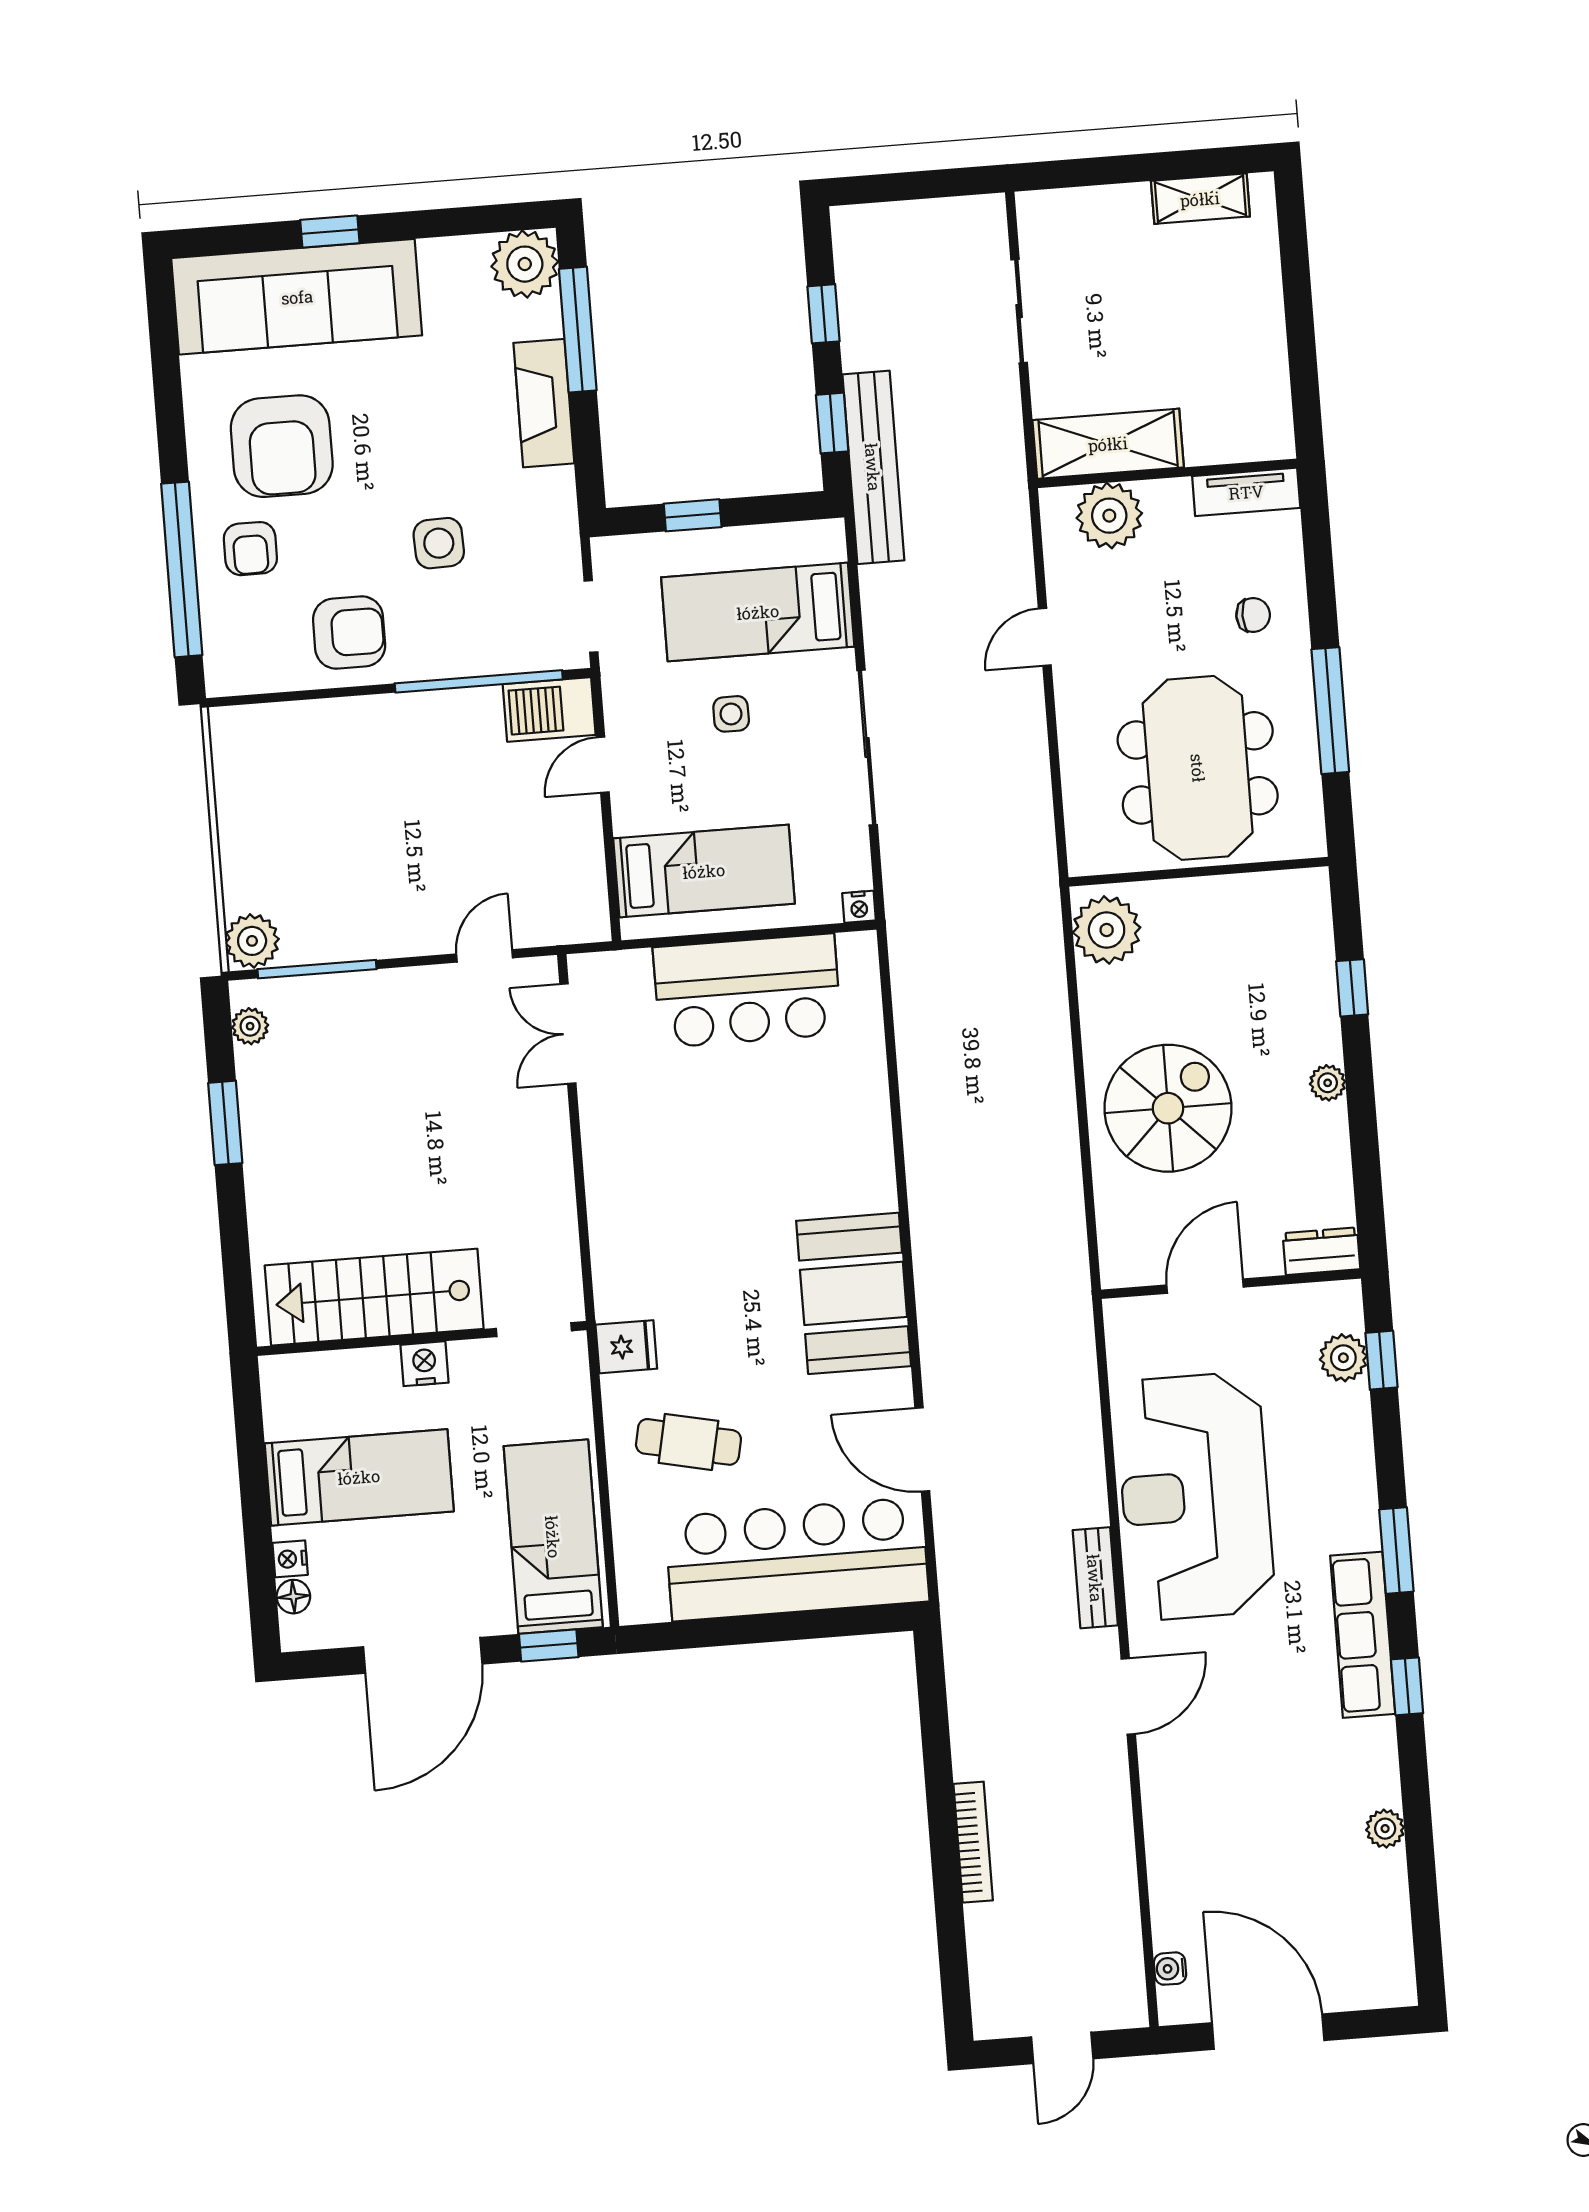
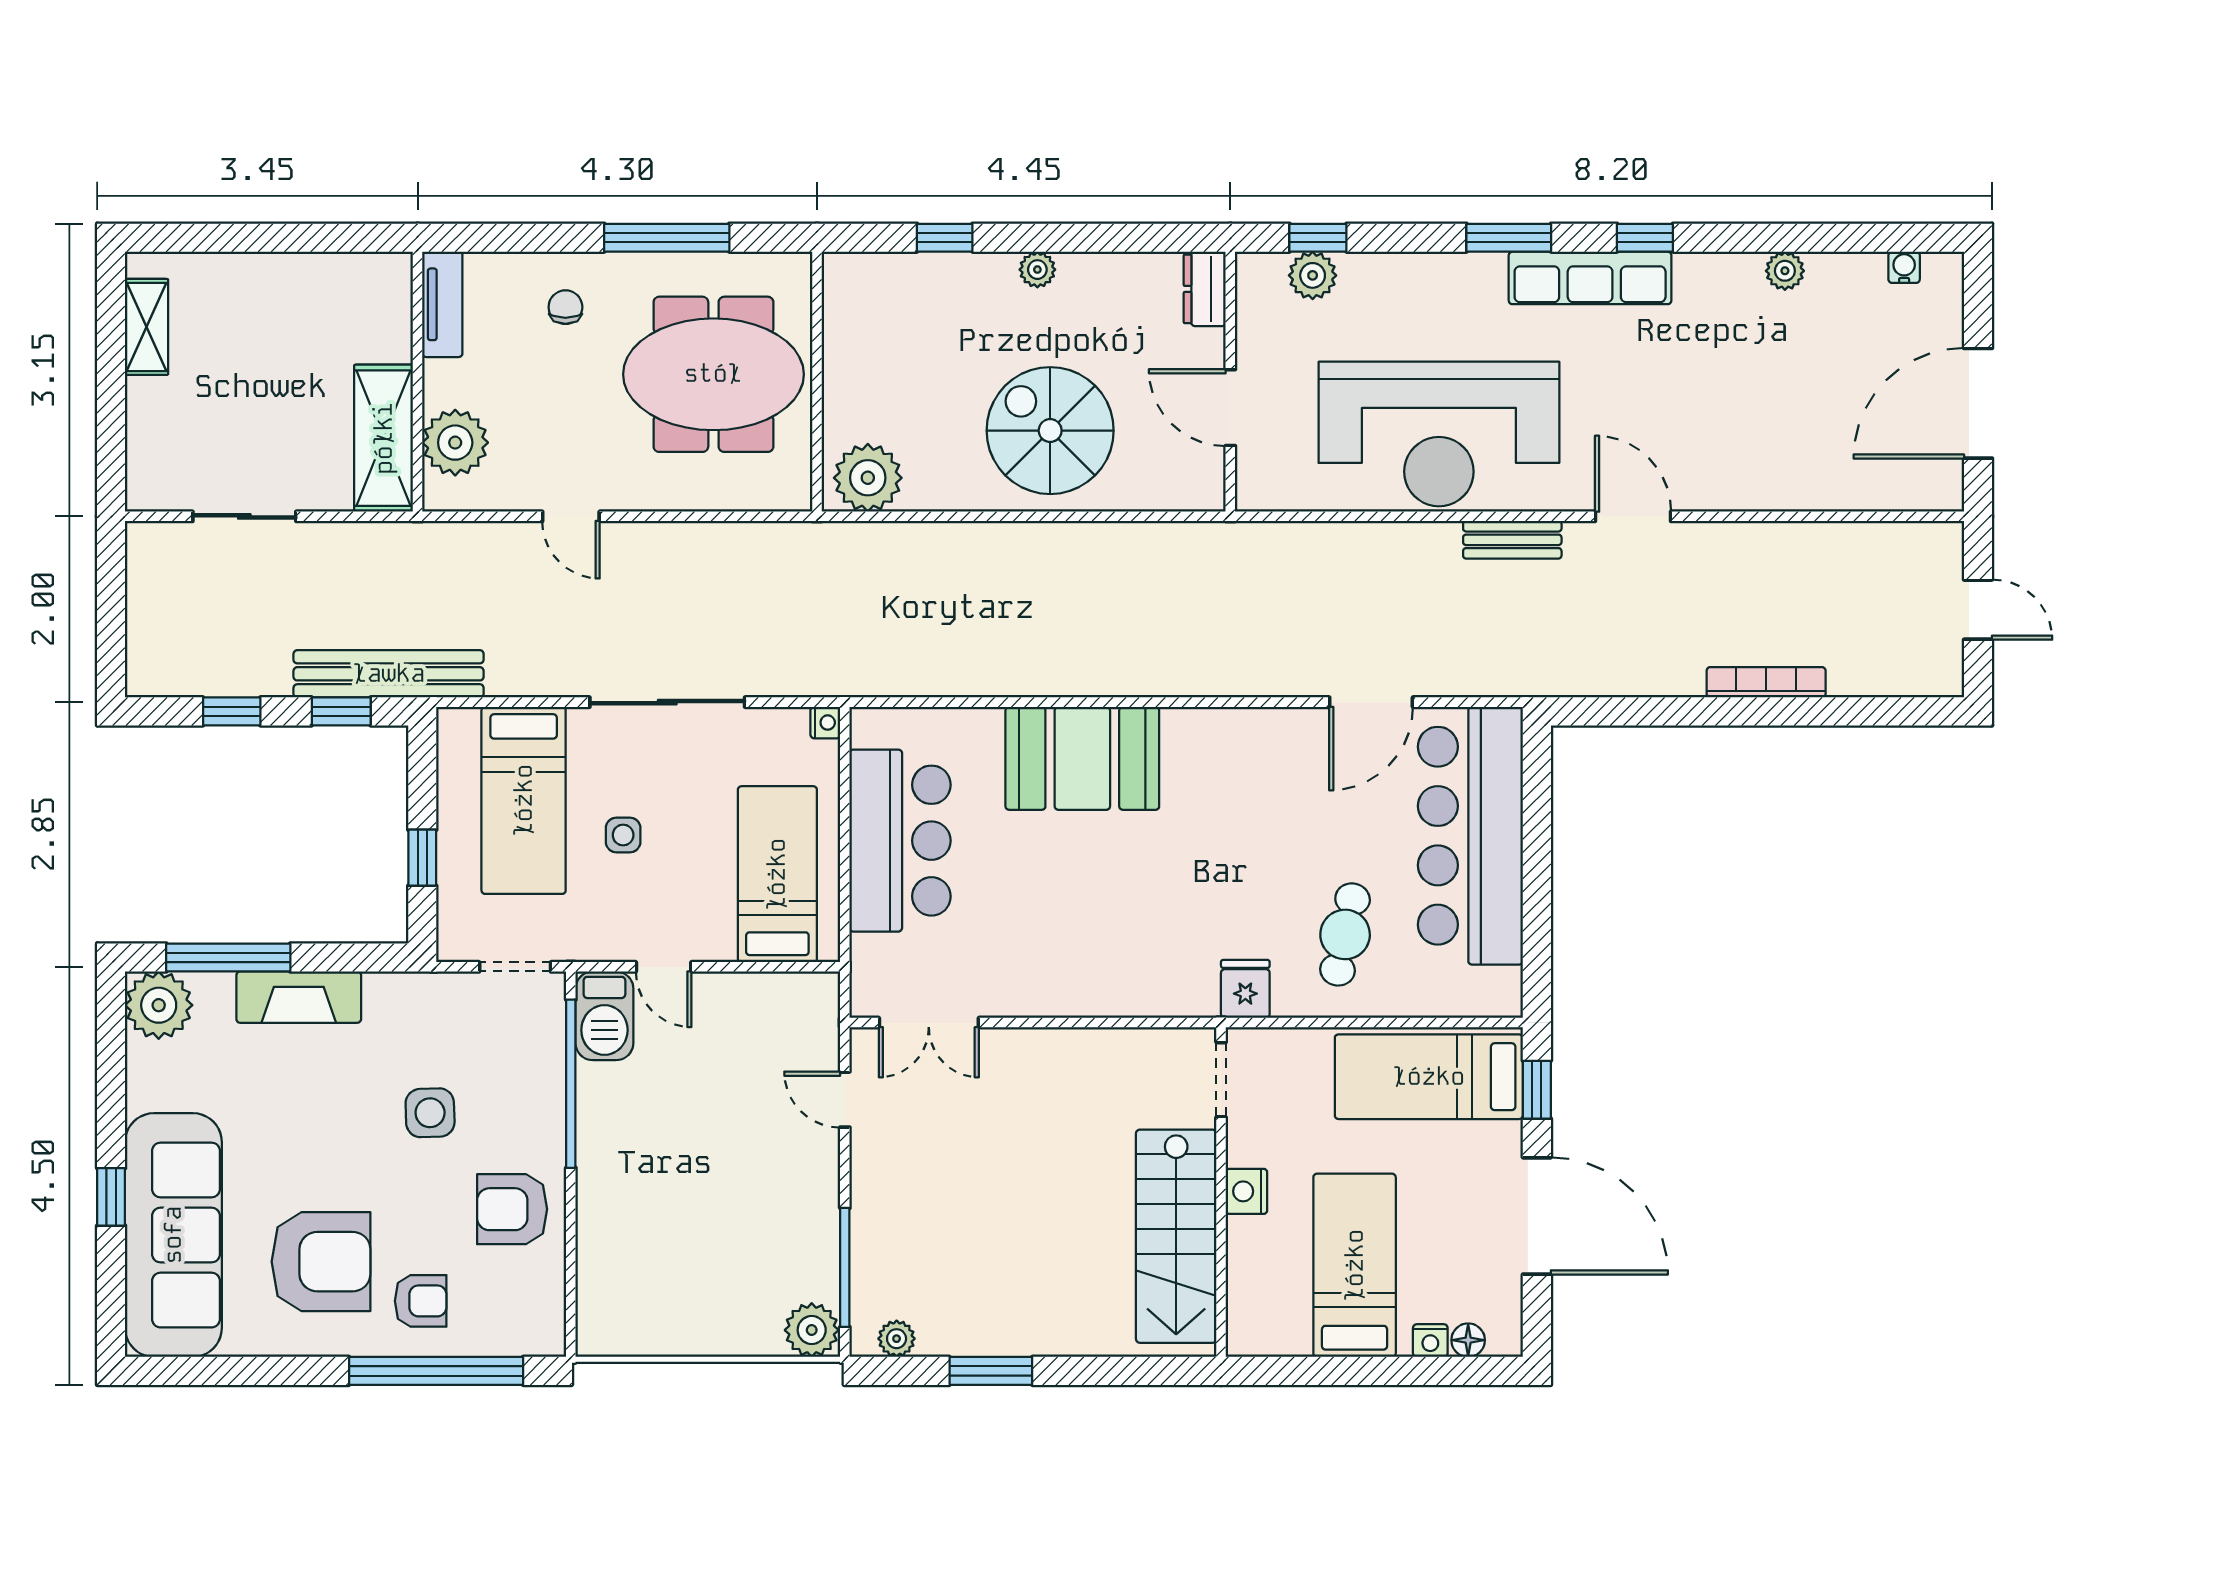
armchair: (349, 633) -> (512, 1209), turned -90
booth: (854, 1293) -> (1082, 758), moved
water cooler: (1170, 1969) -> (1904, 267), moved, turned 180

